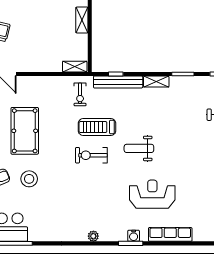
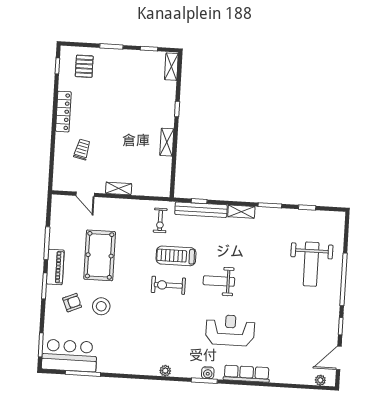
shelving: (75, 67) -> (119, 188), moved

